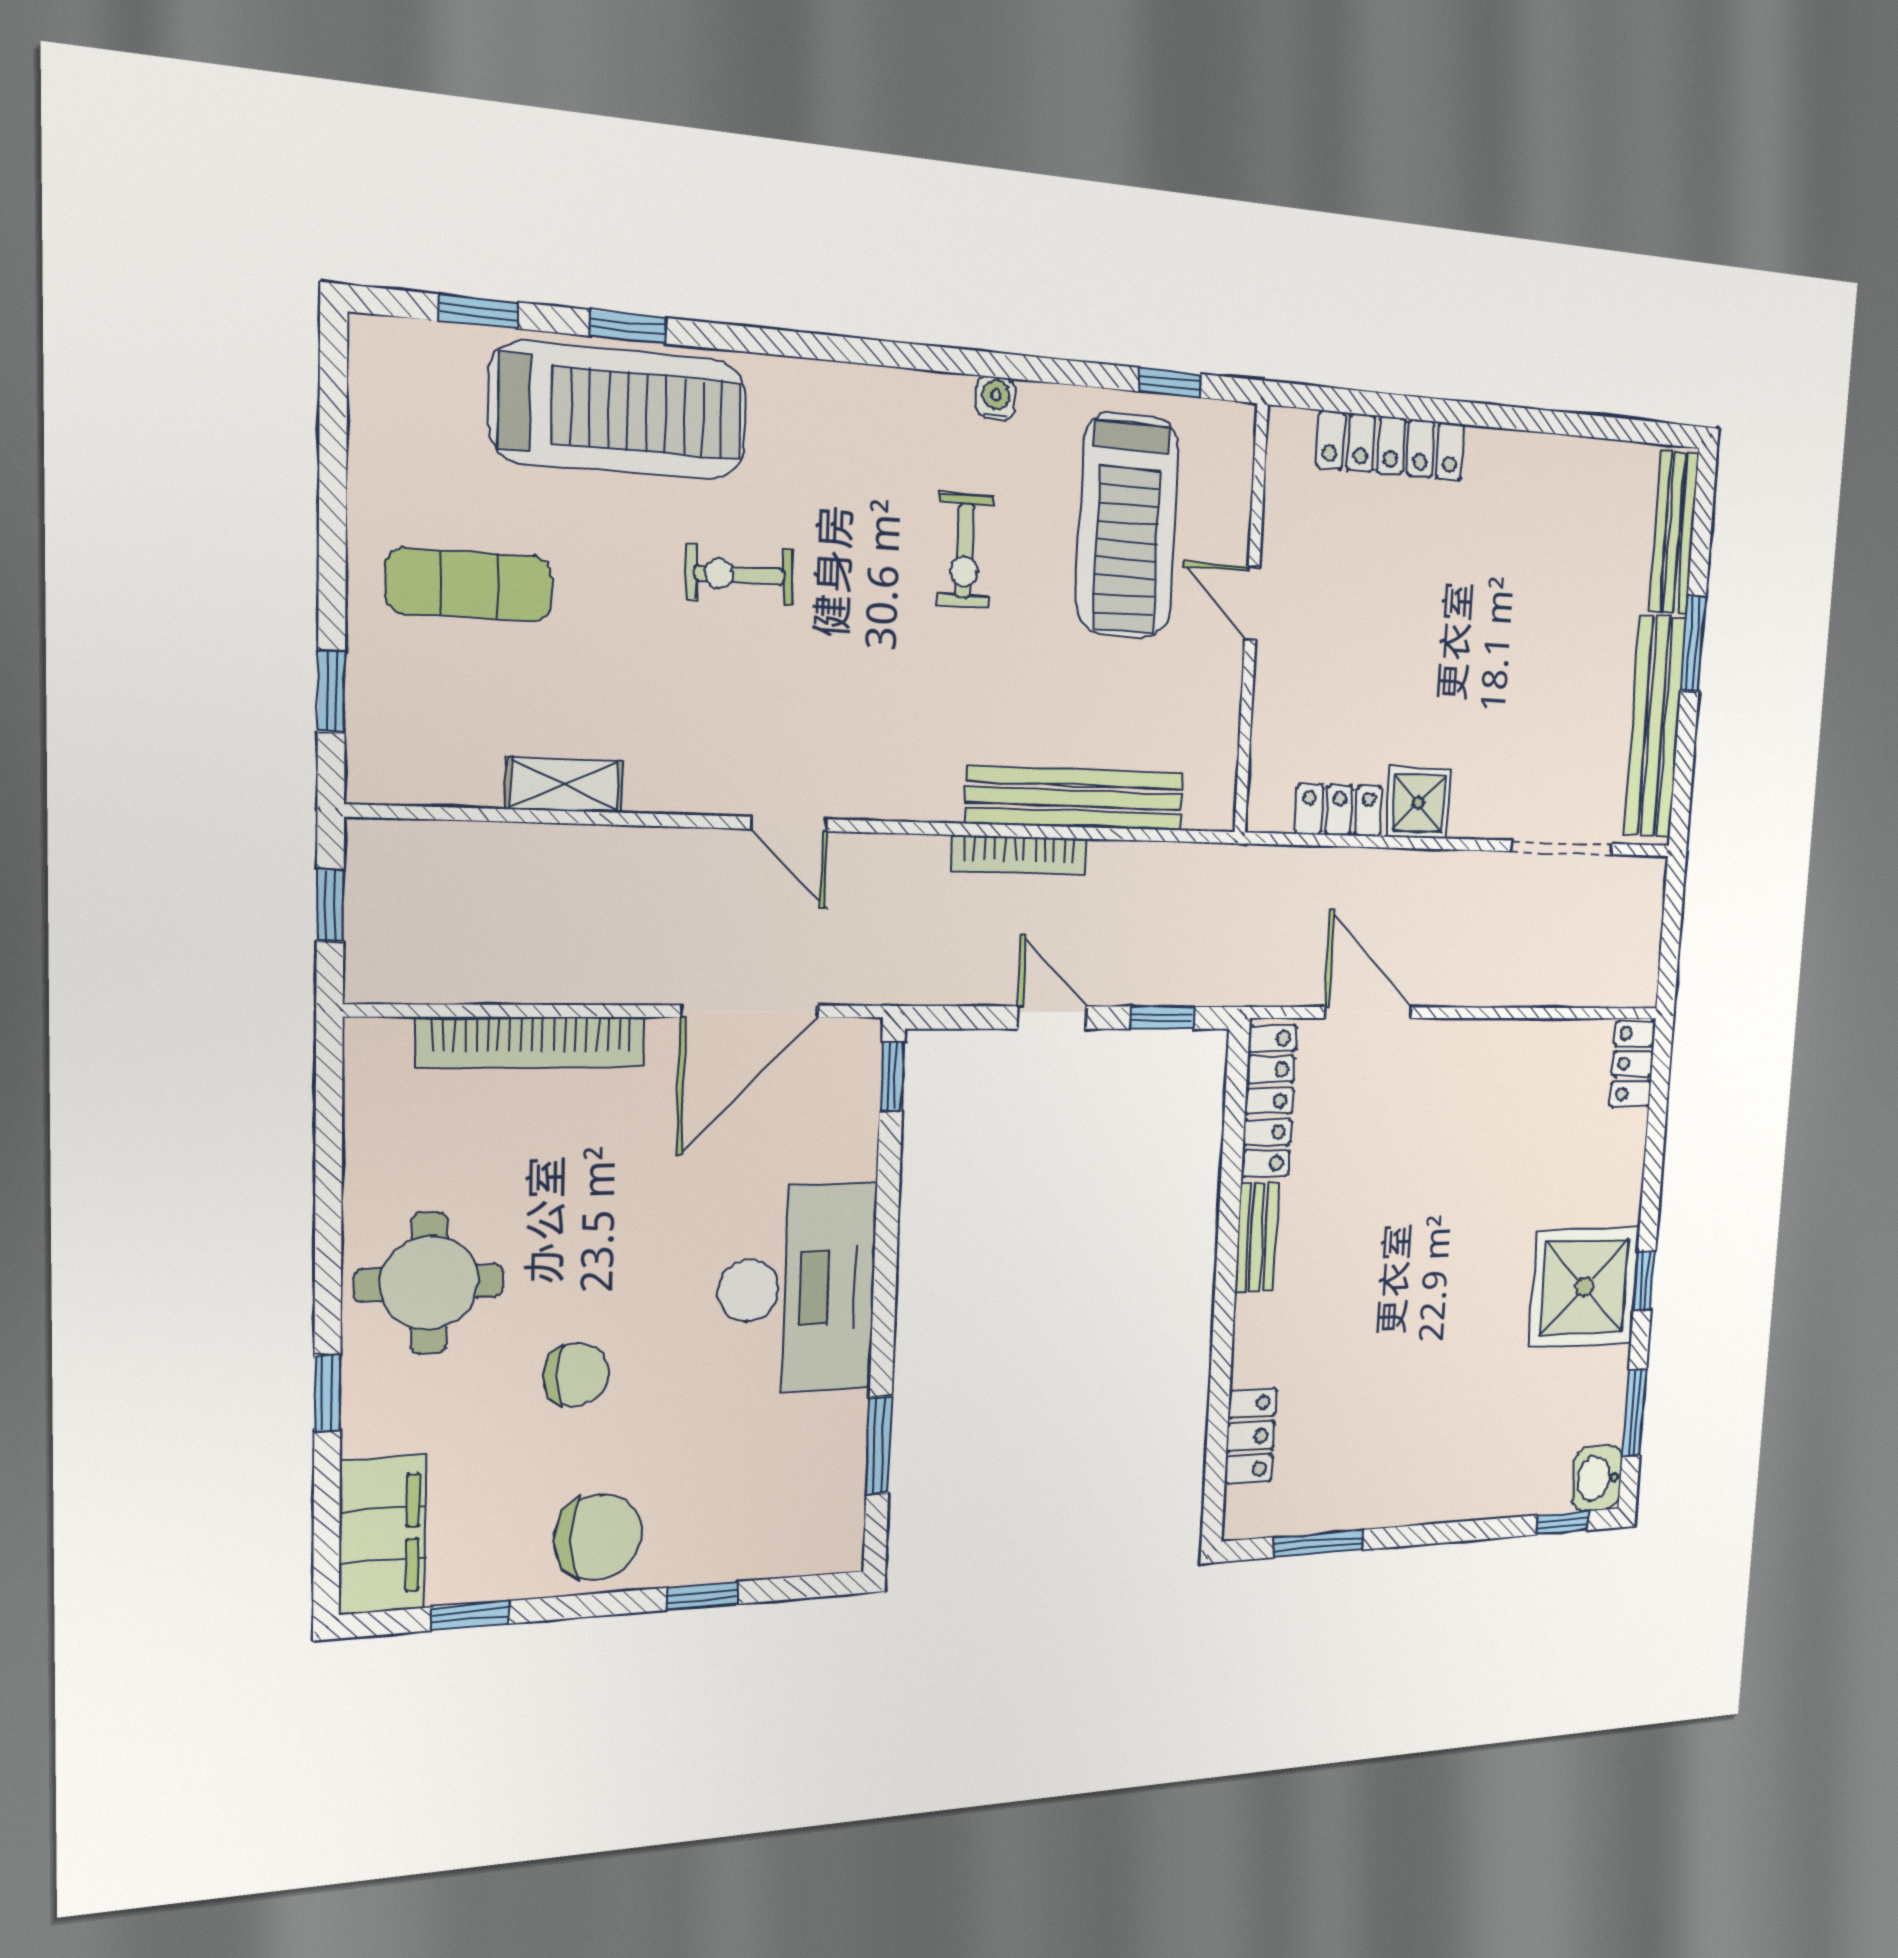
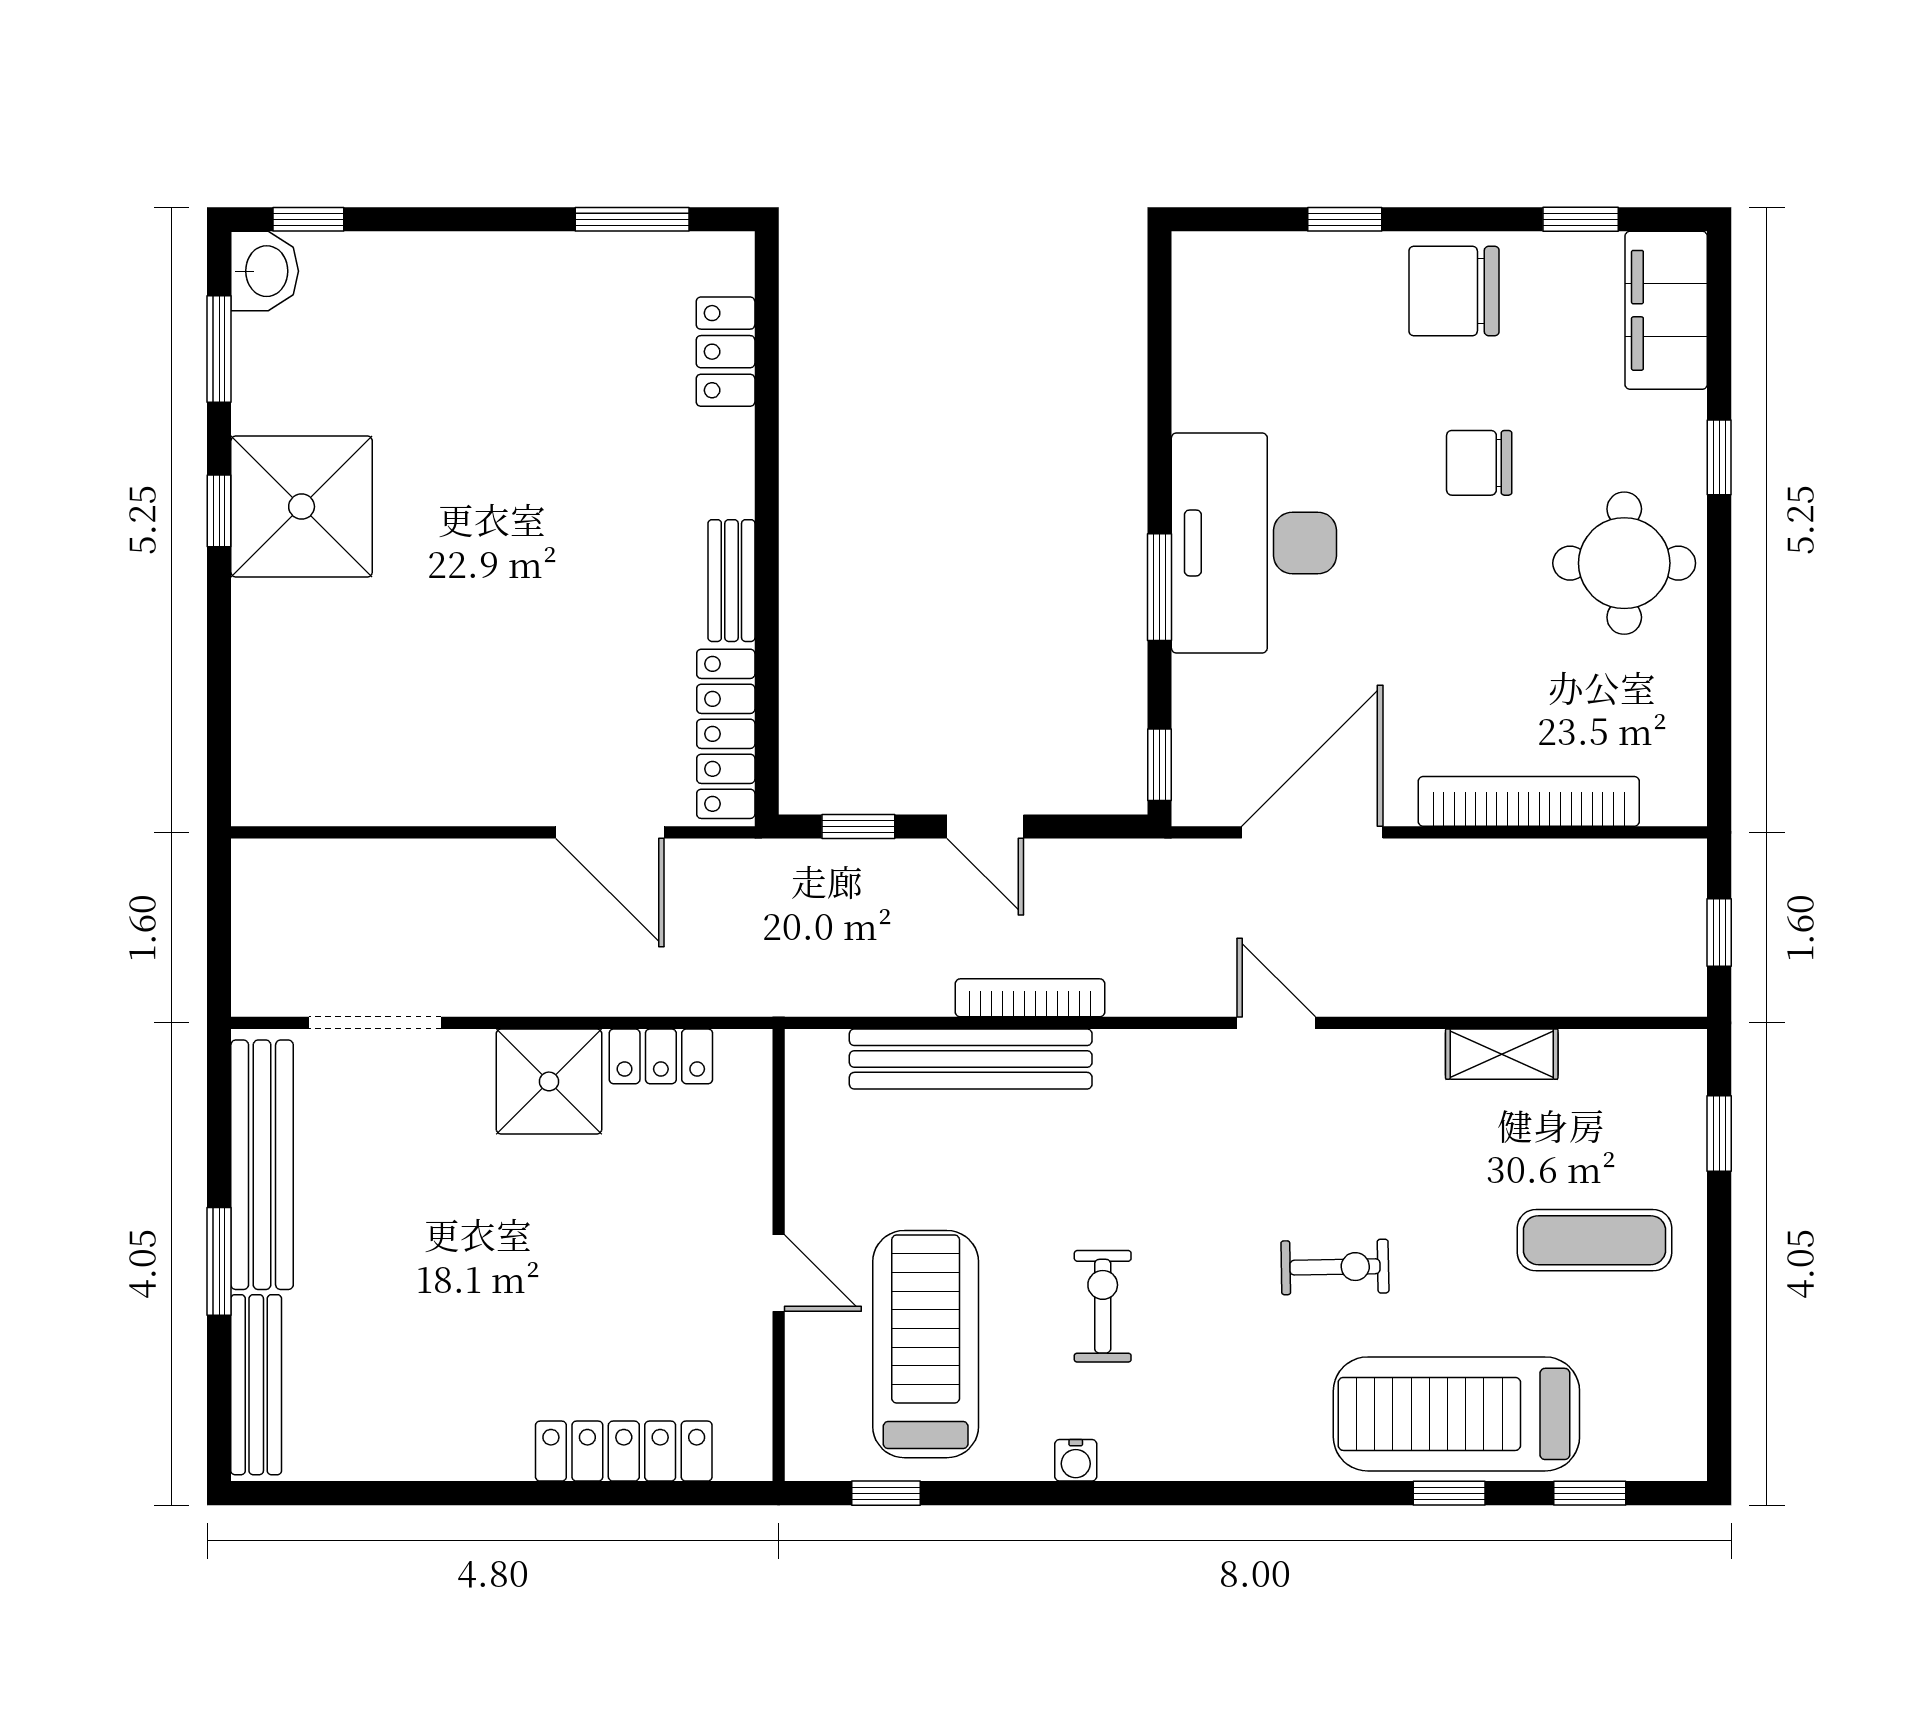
shower: (1418, 803) -> (549, 1081), width x1.36, depth x1.36
locker: (1633, 1064) -> (258, 773), removed
window: (879, 1445) -> (1160, 587), moved

